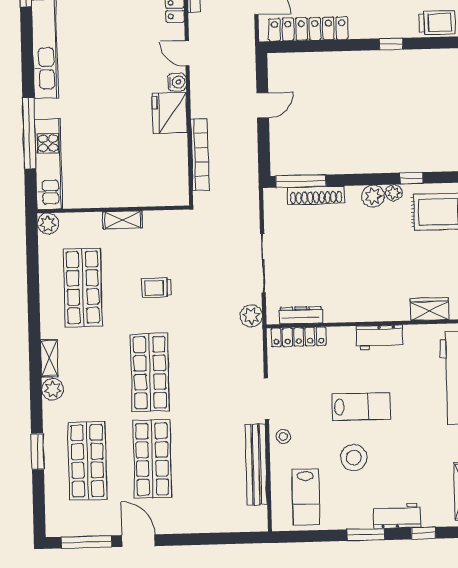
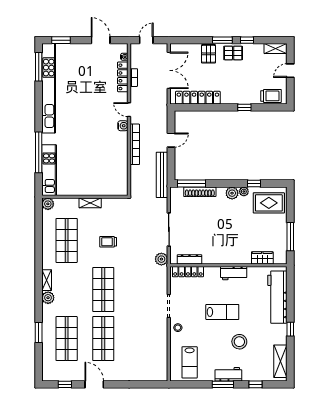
fridge: (170, 113) -> (118, 143), removed
bookcase: (200, 154) -> (135, 144), moved
stool: (354, 458) -> (239, 342), moved
bench: (256, 465) -> (162, 175), moved
workbench: (397, 516) -> (228, 374), moved
window: (87, 542) -> (65, 384), width x0.46

